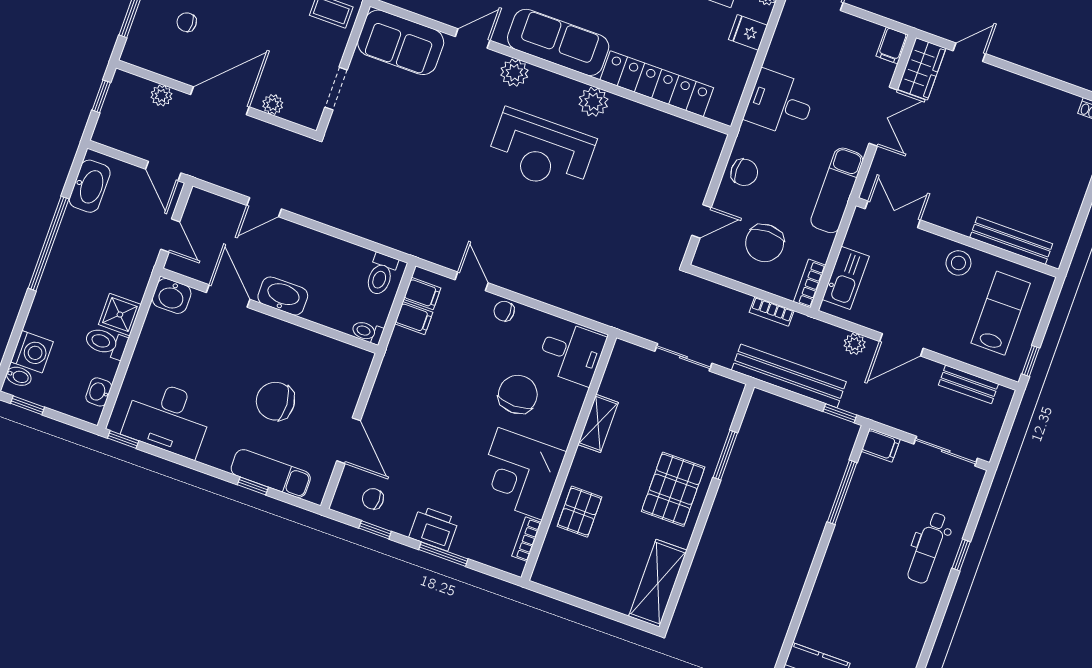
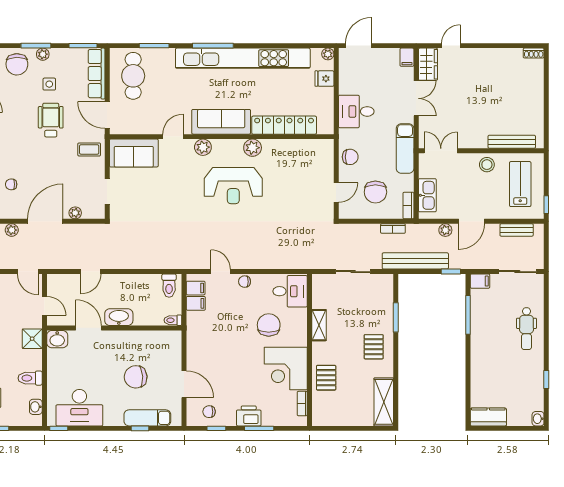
shower: (120, 315) -> (32, 339), moved
pallet: (673, 489) -> (374, 347), width x0.67, depth x0.71
window: (961, 555) -> (546, 380), moved

